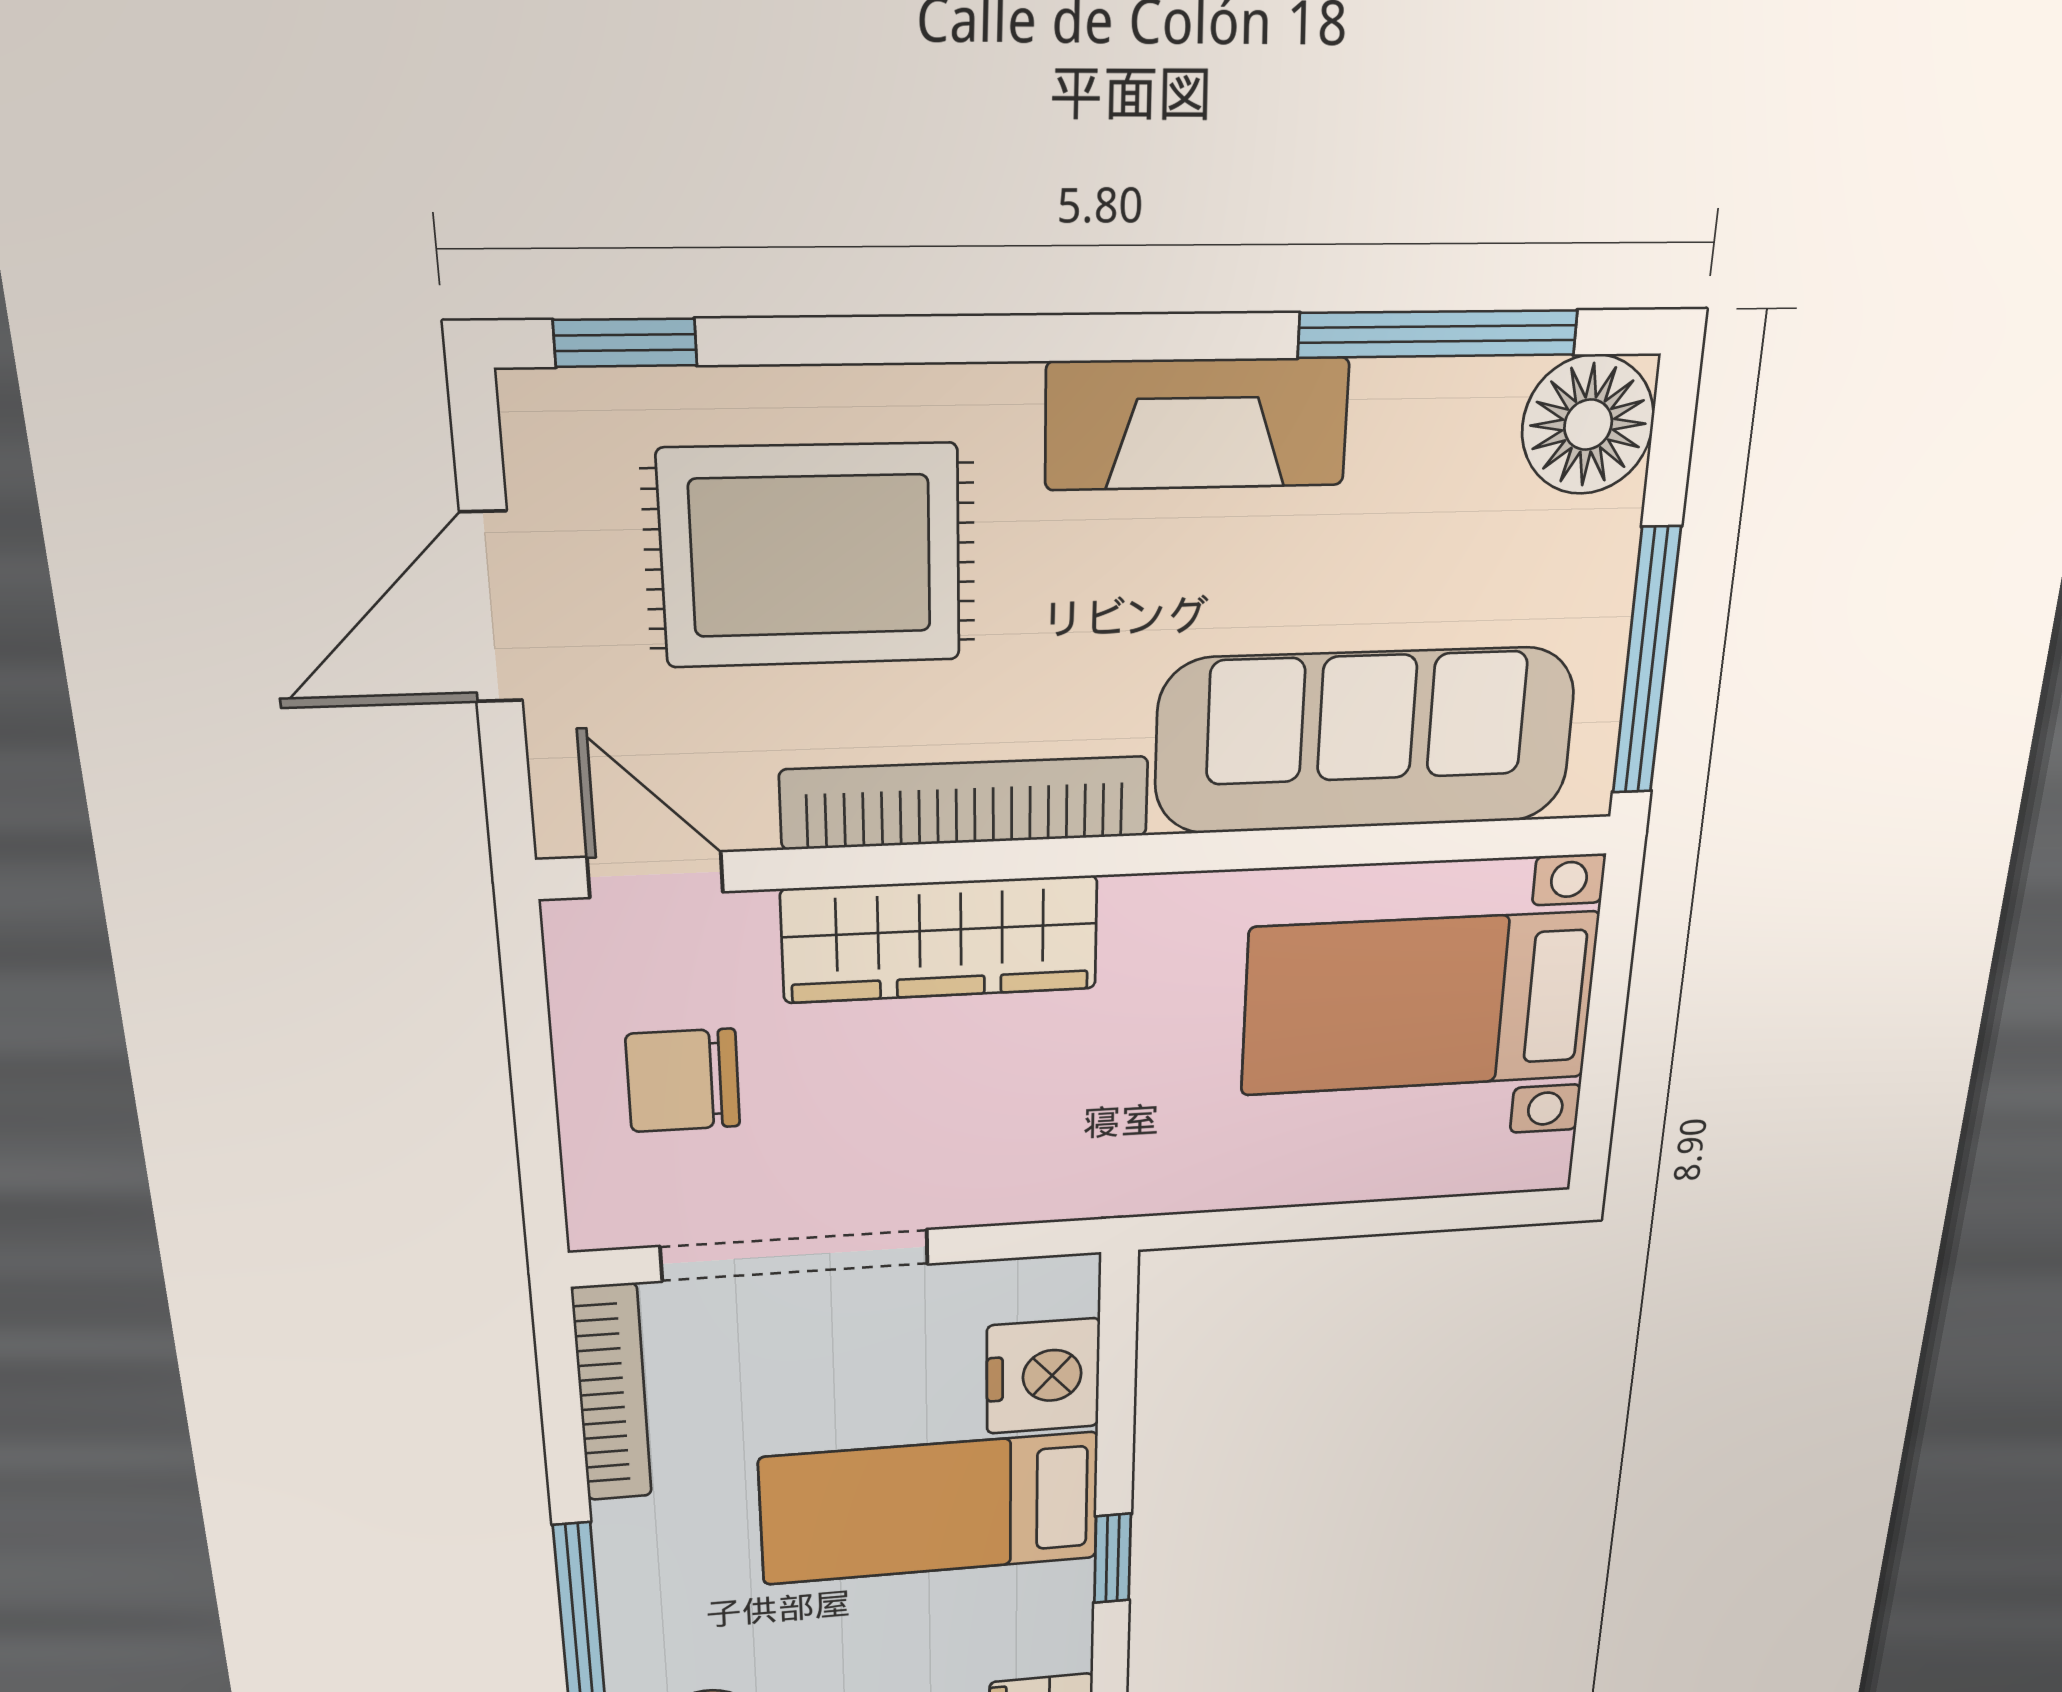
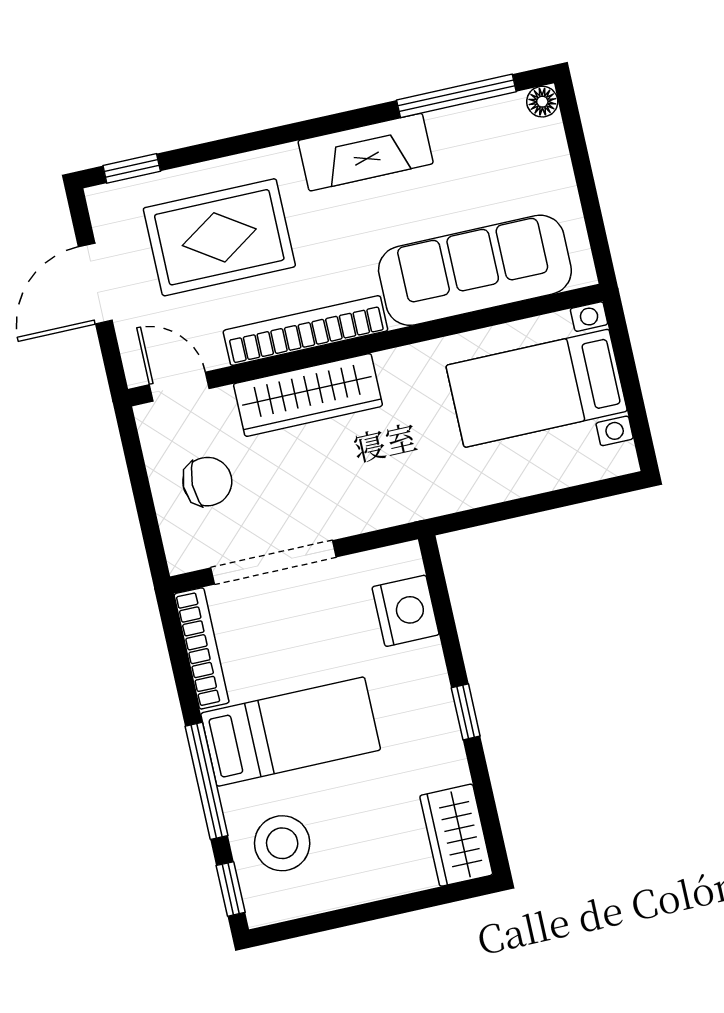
floor lamp: (1588, 425) -> (542, 102), width x0.53, depth x0.53
window: (1646, 662) -> (592, 211), removed
chair: (683, 1080) -> (207, 482), turned 180
bed: (930, 1508) -> (291, 732), moved, turned 180

